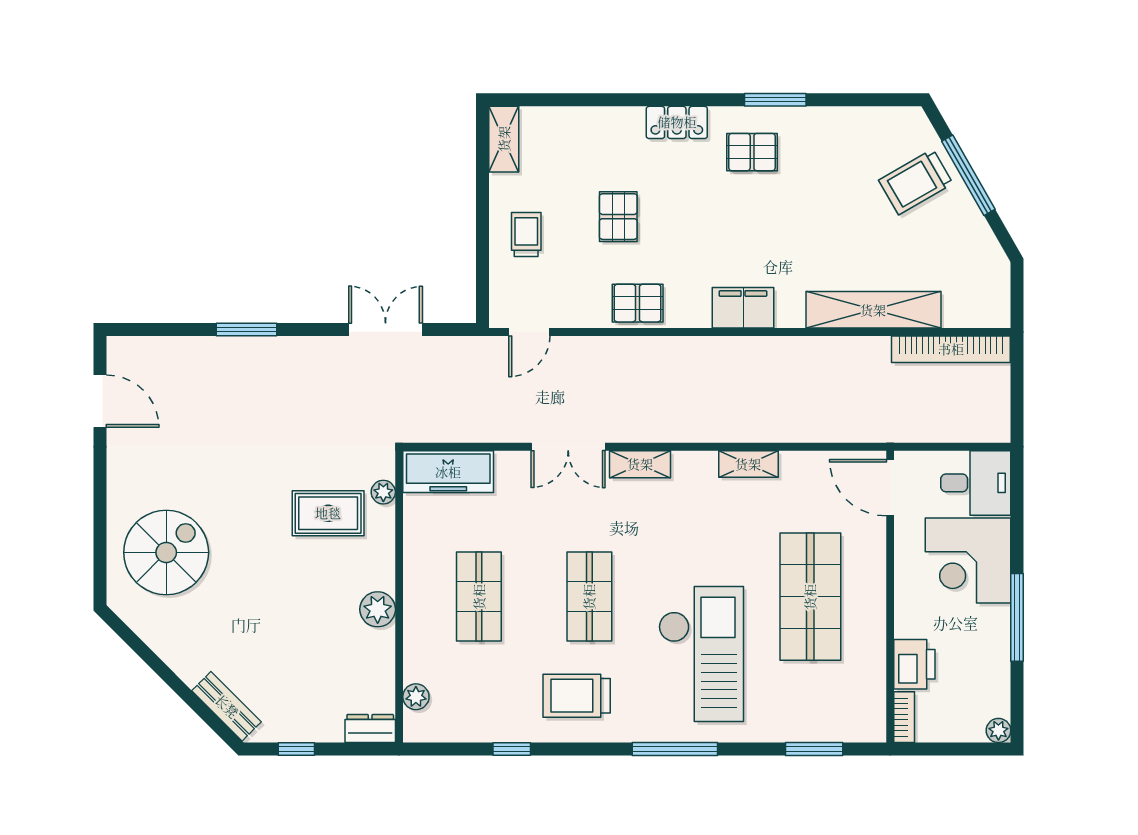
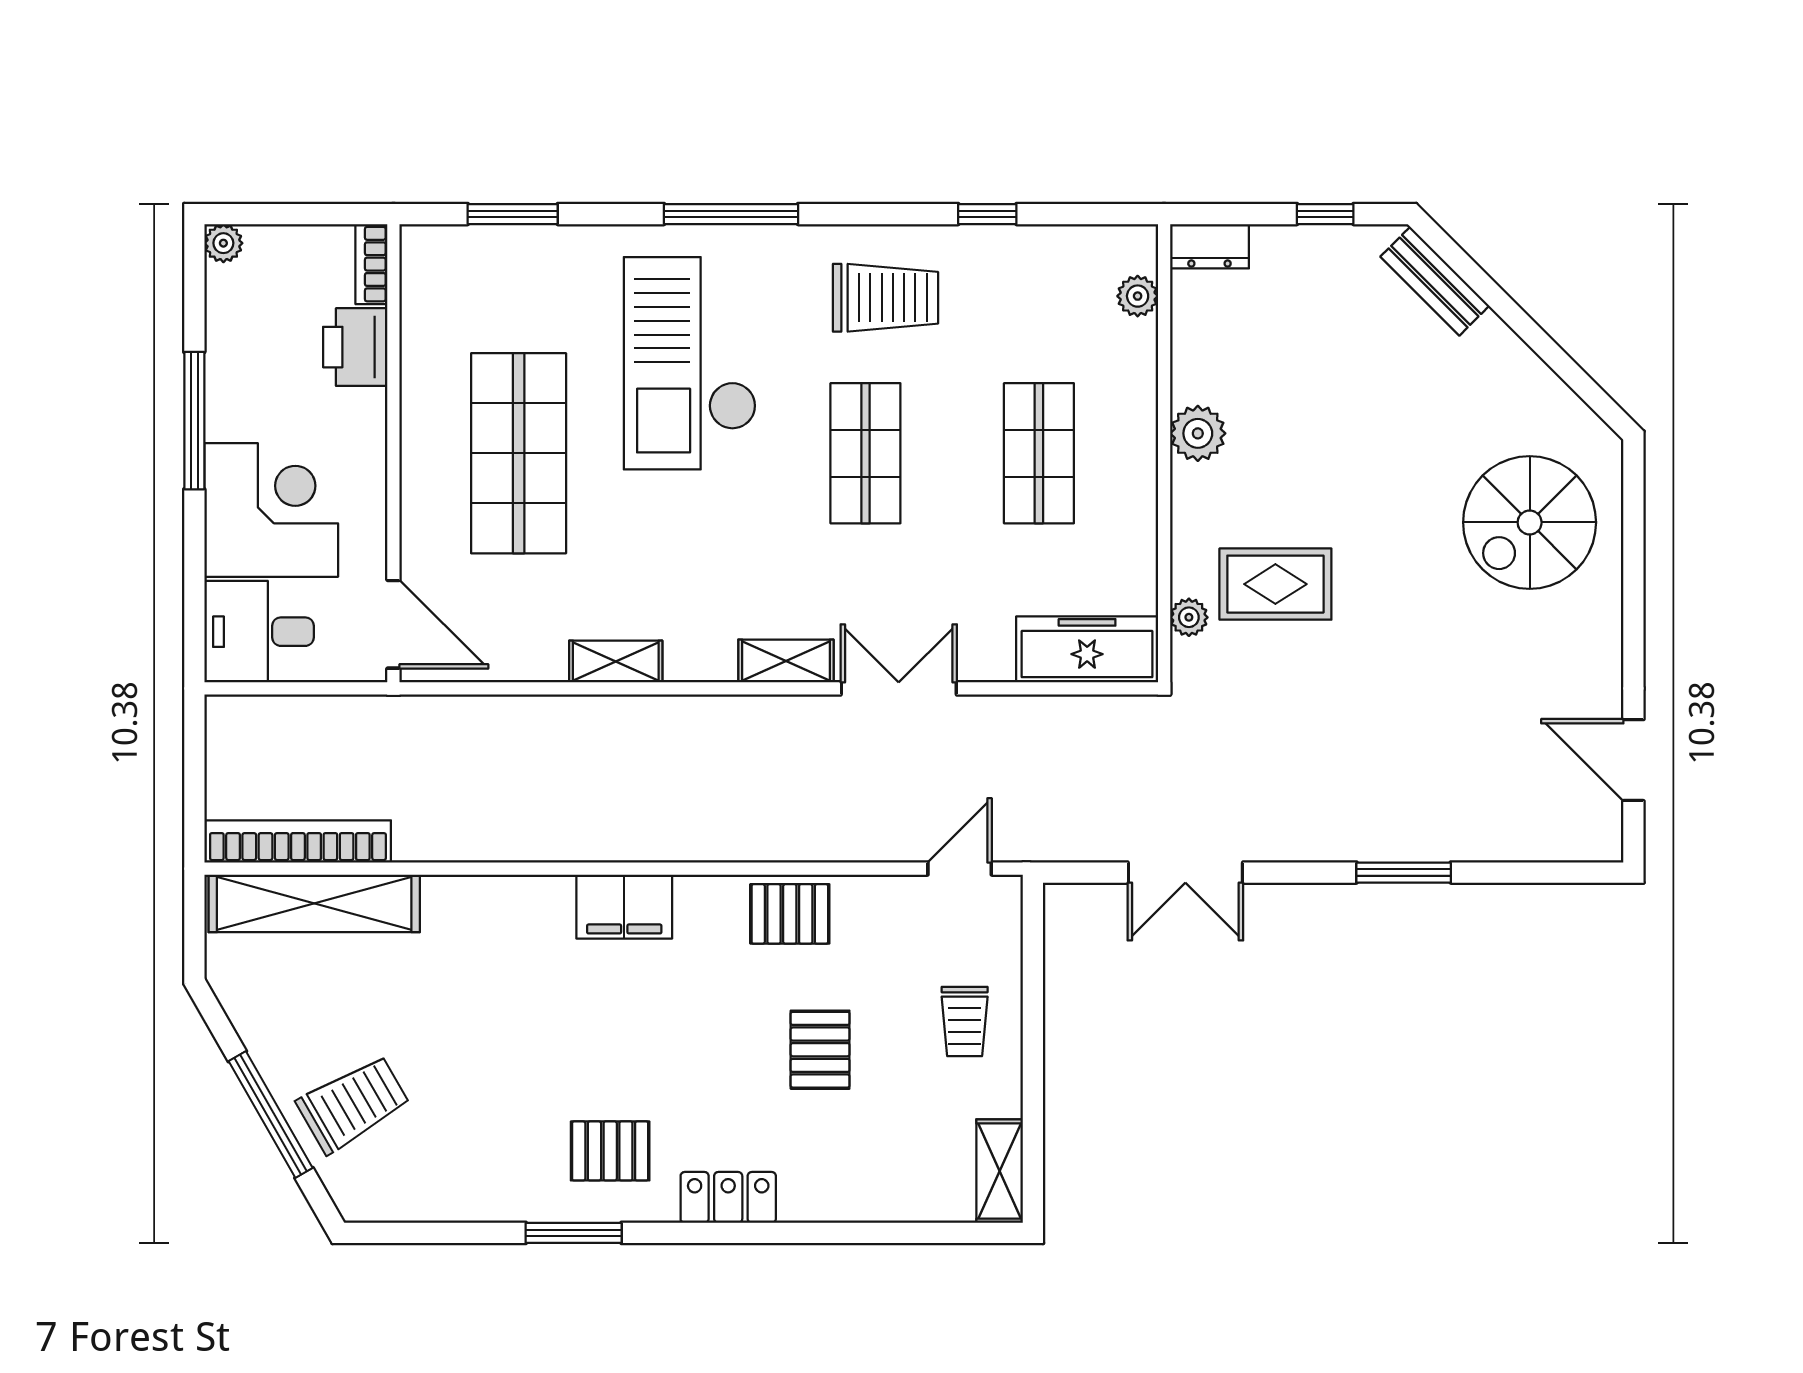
shelving: (873, 310) -> (314, 903), moved

